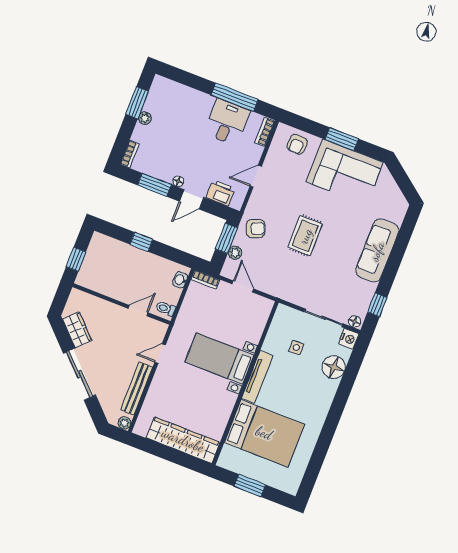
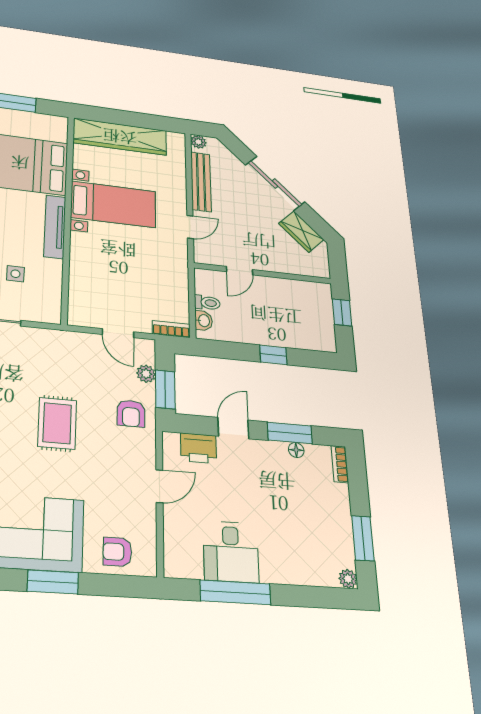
plant: (145, 118) -> (348, 579), moved
bookcase: (265, 132) -> (172, 555), removed
armchair: (297, 144) -> (117, 552), turned -94
floor lamp: (178, 181) -> (296, 450), moved
armchair: (256, 229) -> (131, 413), turned -67
toilet: (166, 309) -> (207, 303), moved
bed with nightstands: (219, 359) -> (113, 204), moved

